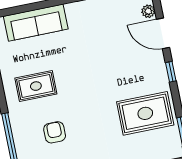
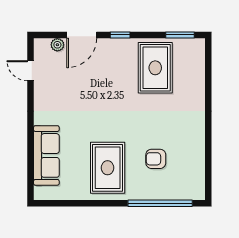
rug: (36, 86) -> (108, 168), width x1.36, depth x1.43

